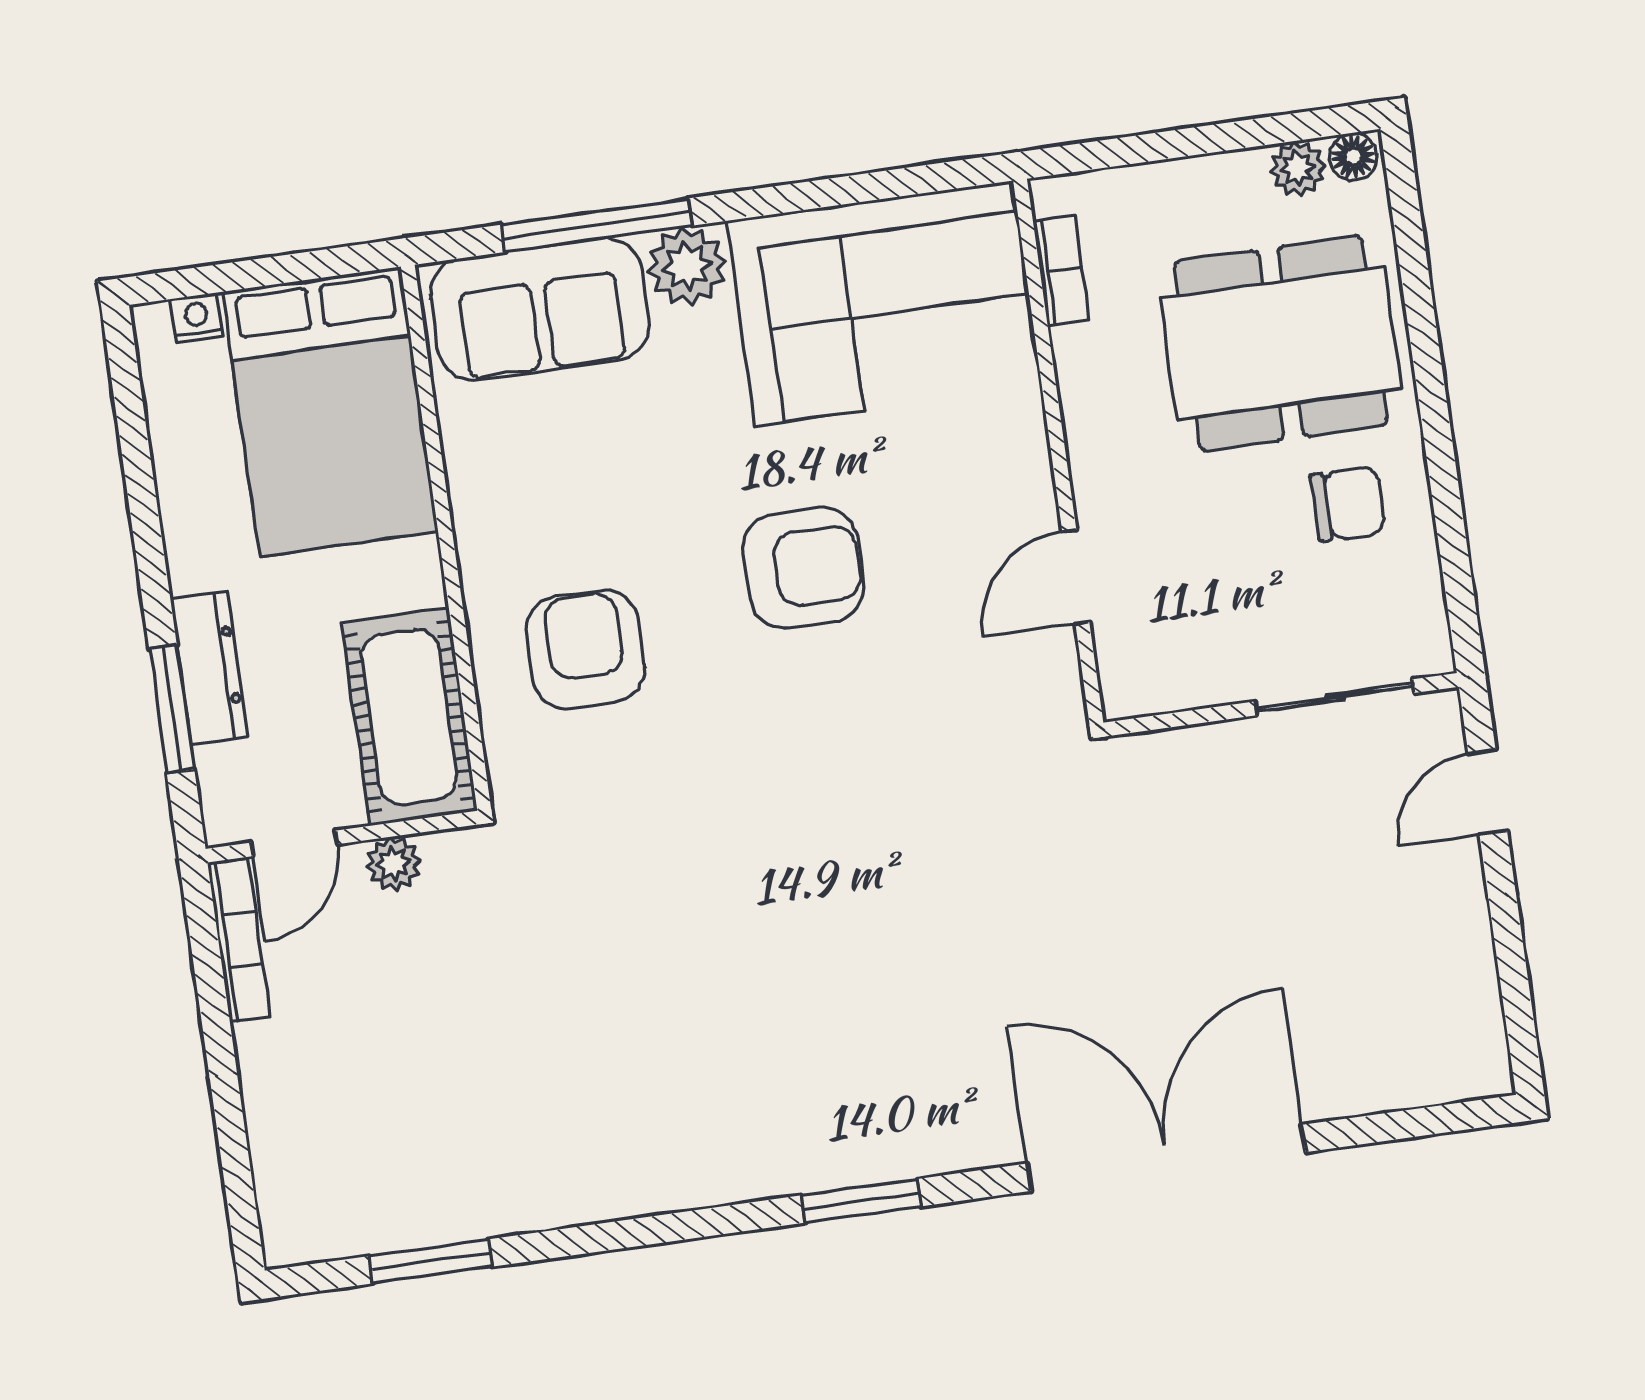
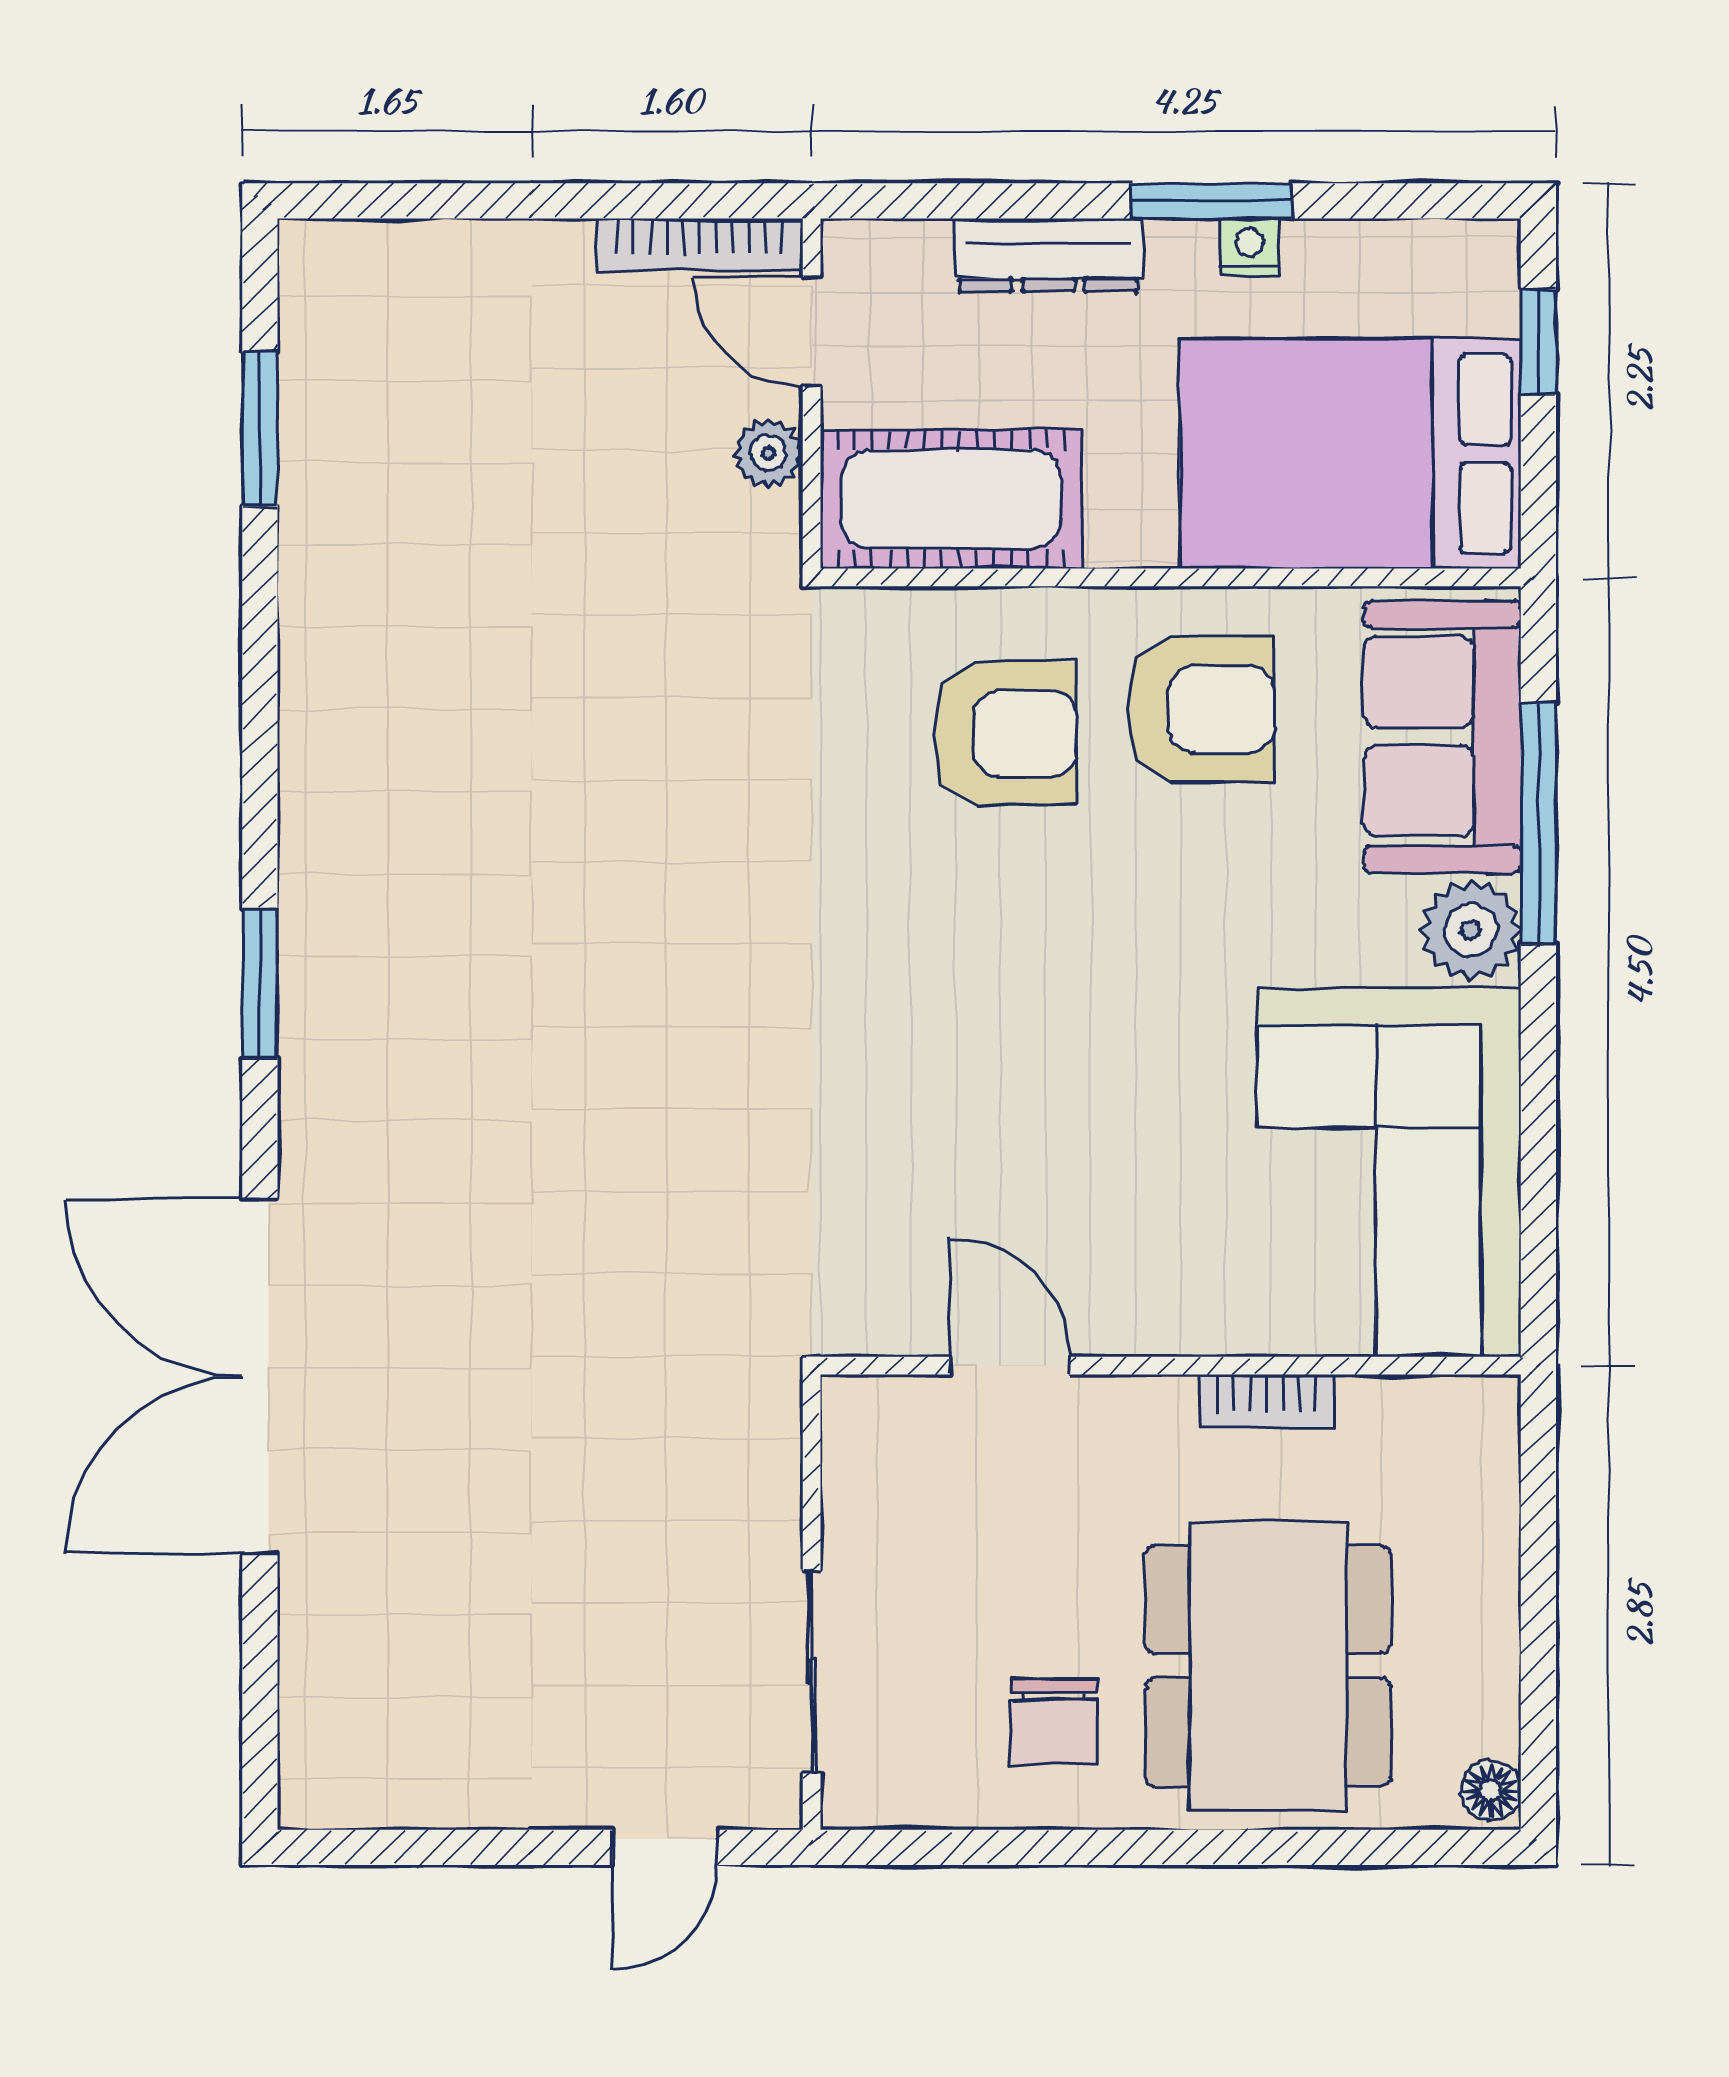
plant: (1298, 168) -> (1486, 1718), removed
bookcase: (1061, 270) -> (1267, 1401), moved
window: (223, 278) -> (1538, 342), added
nightstand: (196, 318) -> (1250, 247), moved, turned -90
armchair: (804, 568) -> (1201, 709), moved, turned -90
window: (172, 709) -> (1211, 201), moved
door: (1488, 792) -> (665, 1847), swing flipped
double door: (1166, 1158) -> (260, 1376), swing flipped

